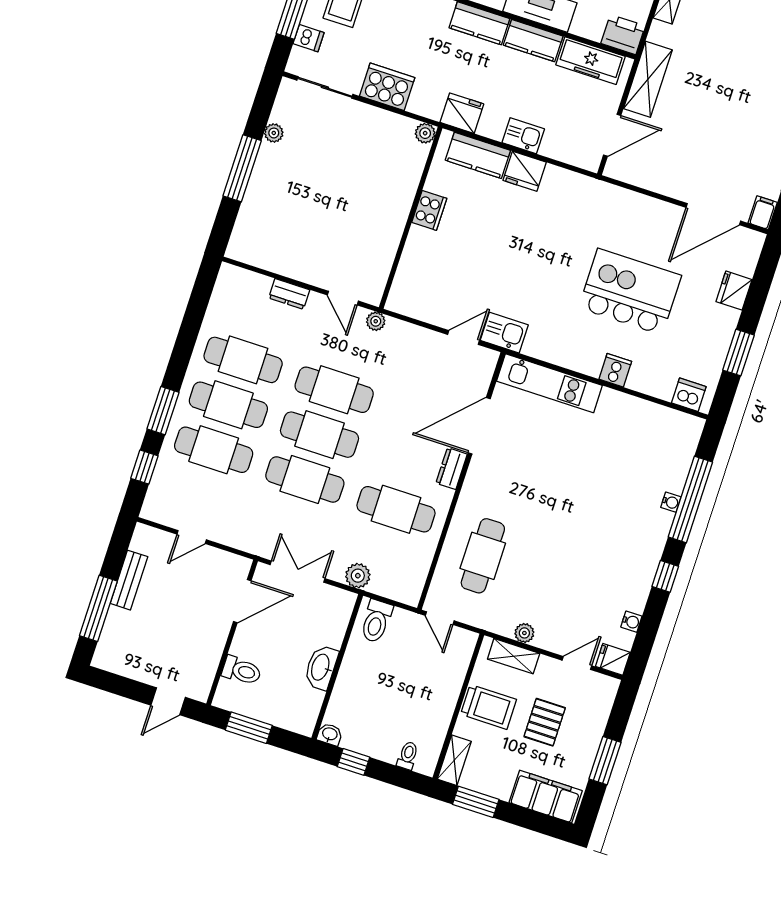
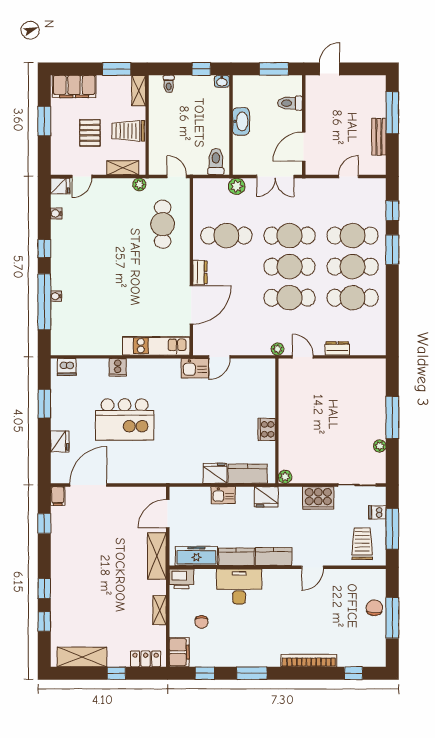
plant: (524, 633) -> (139, 184), moved

